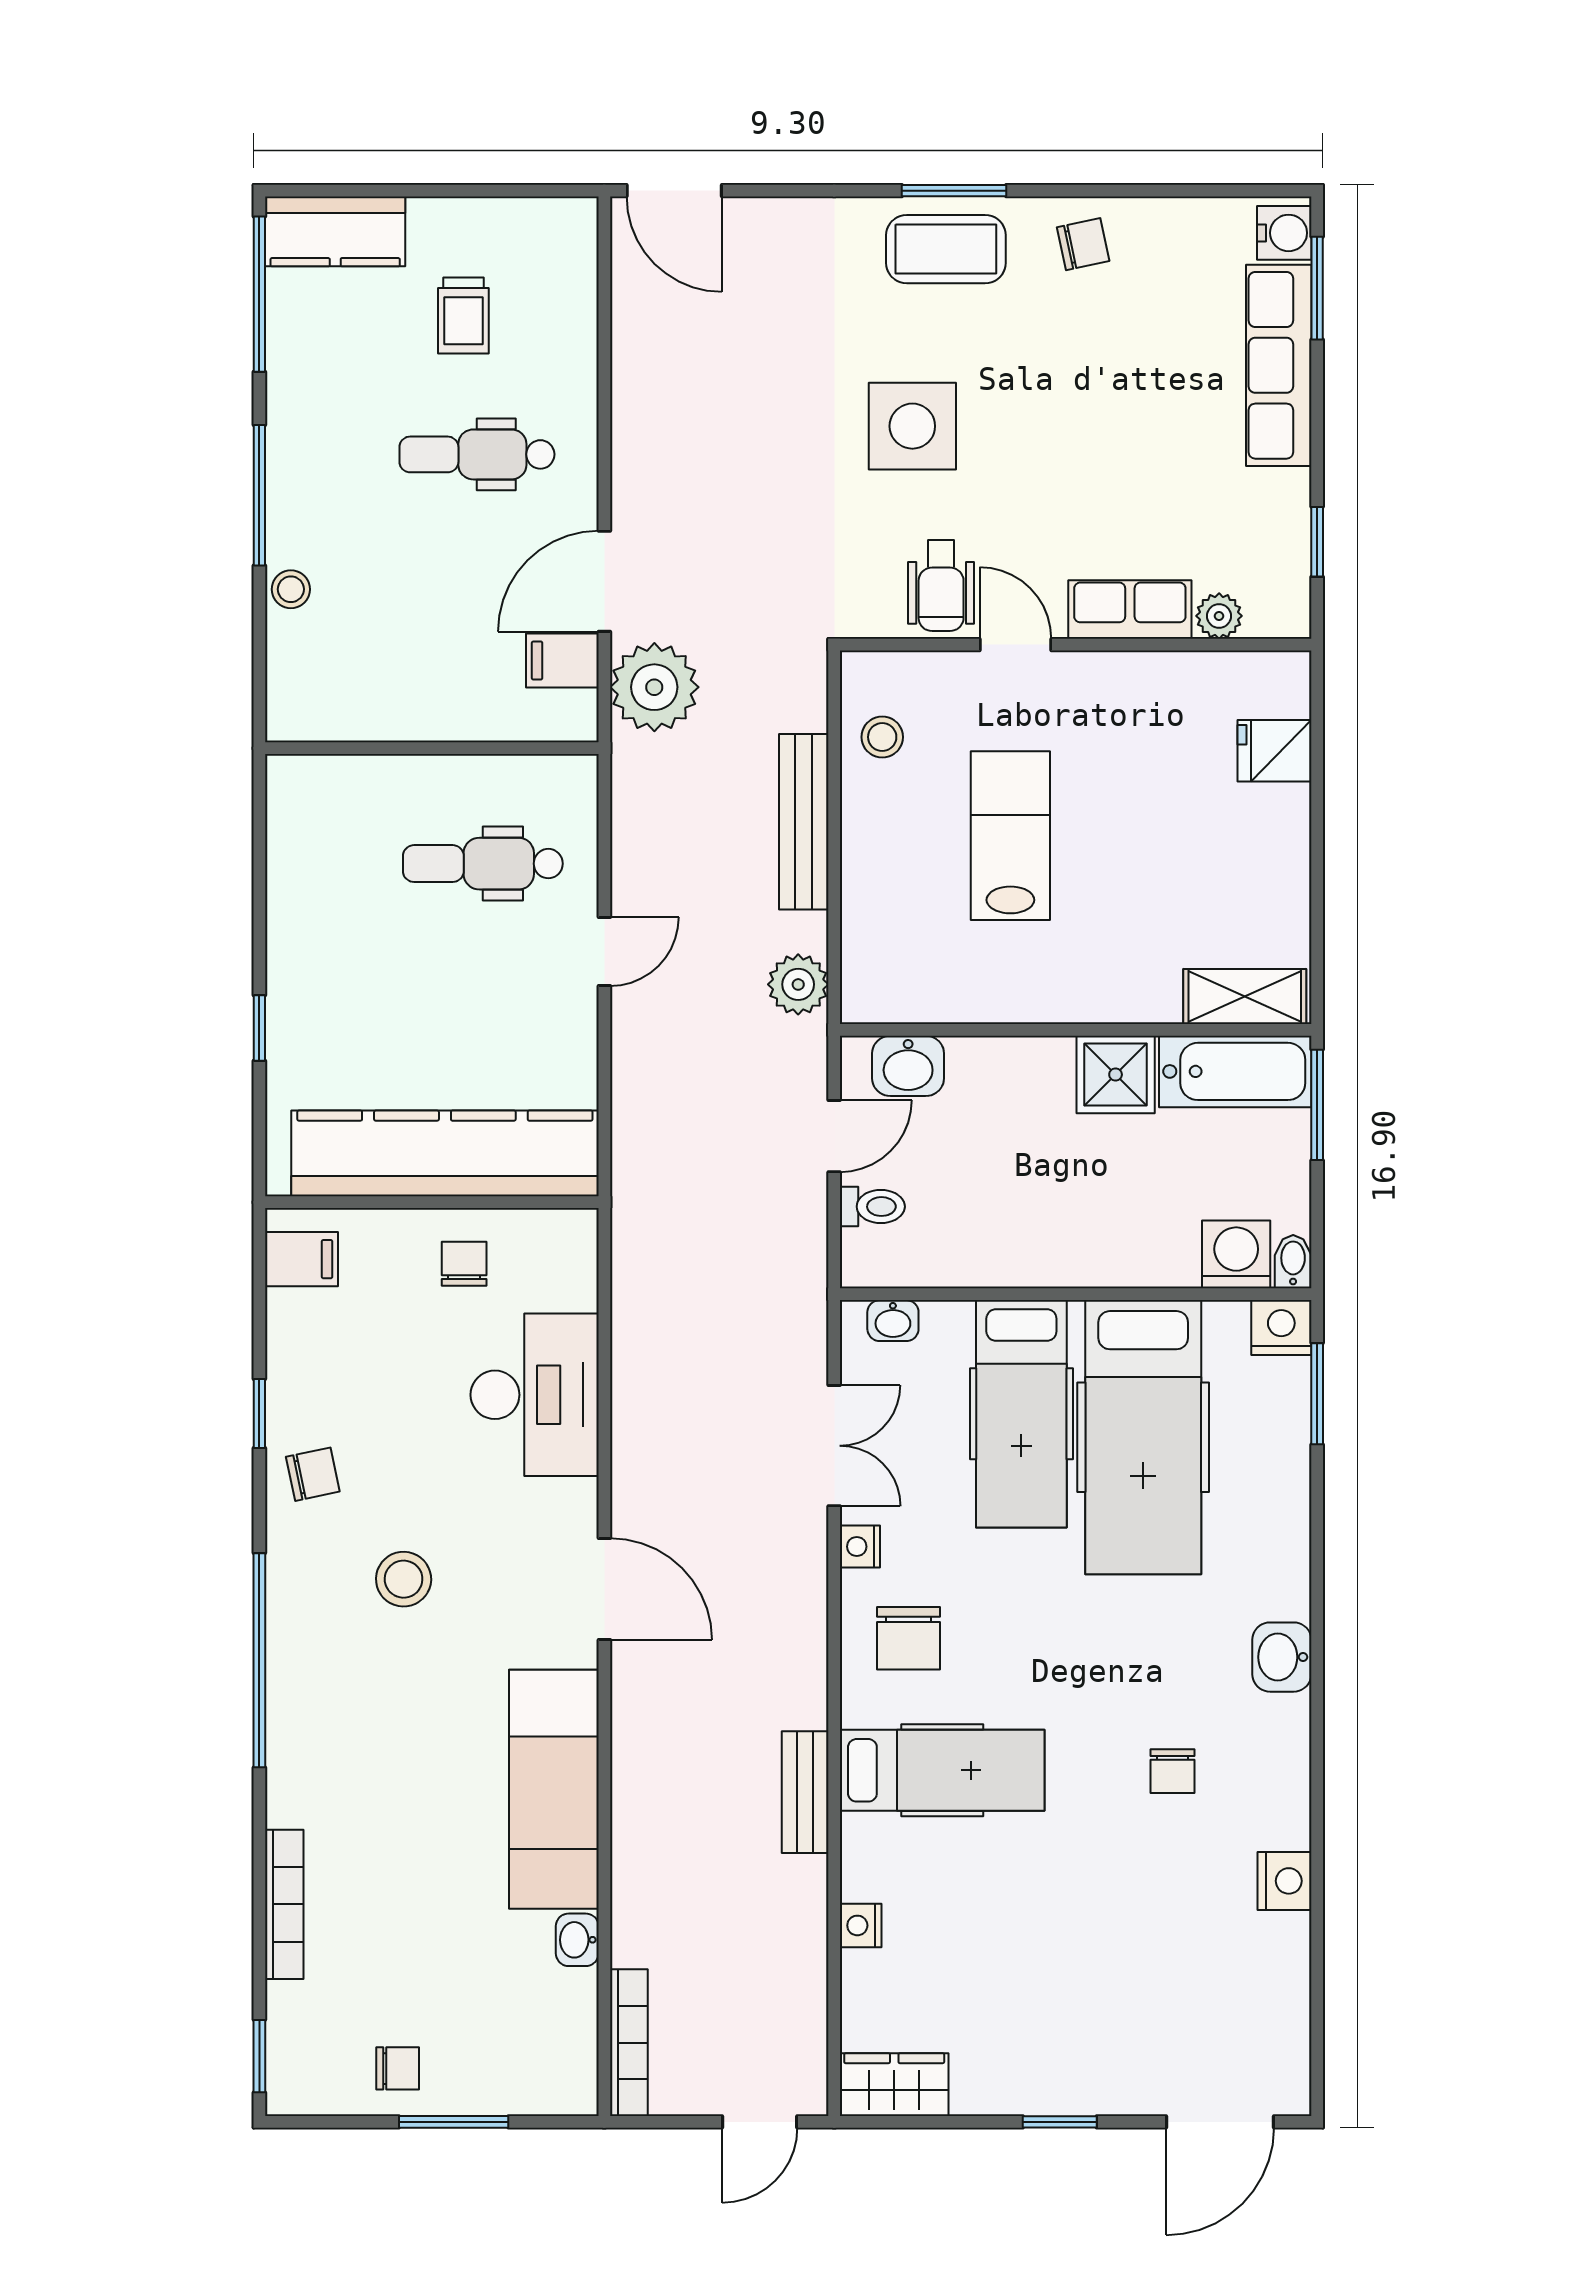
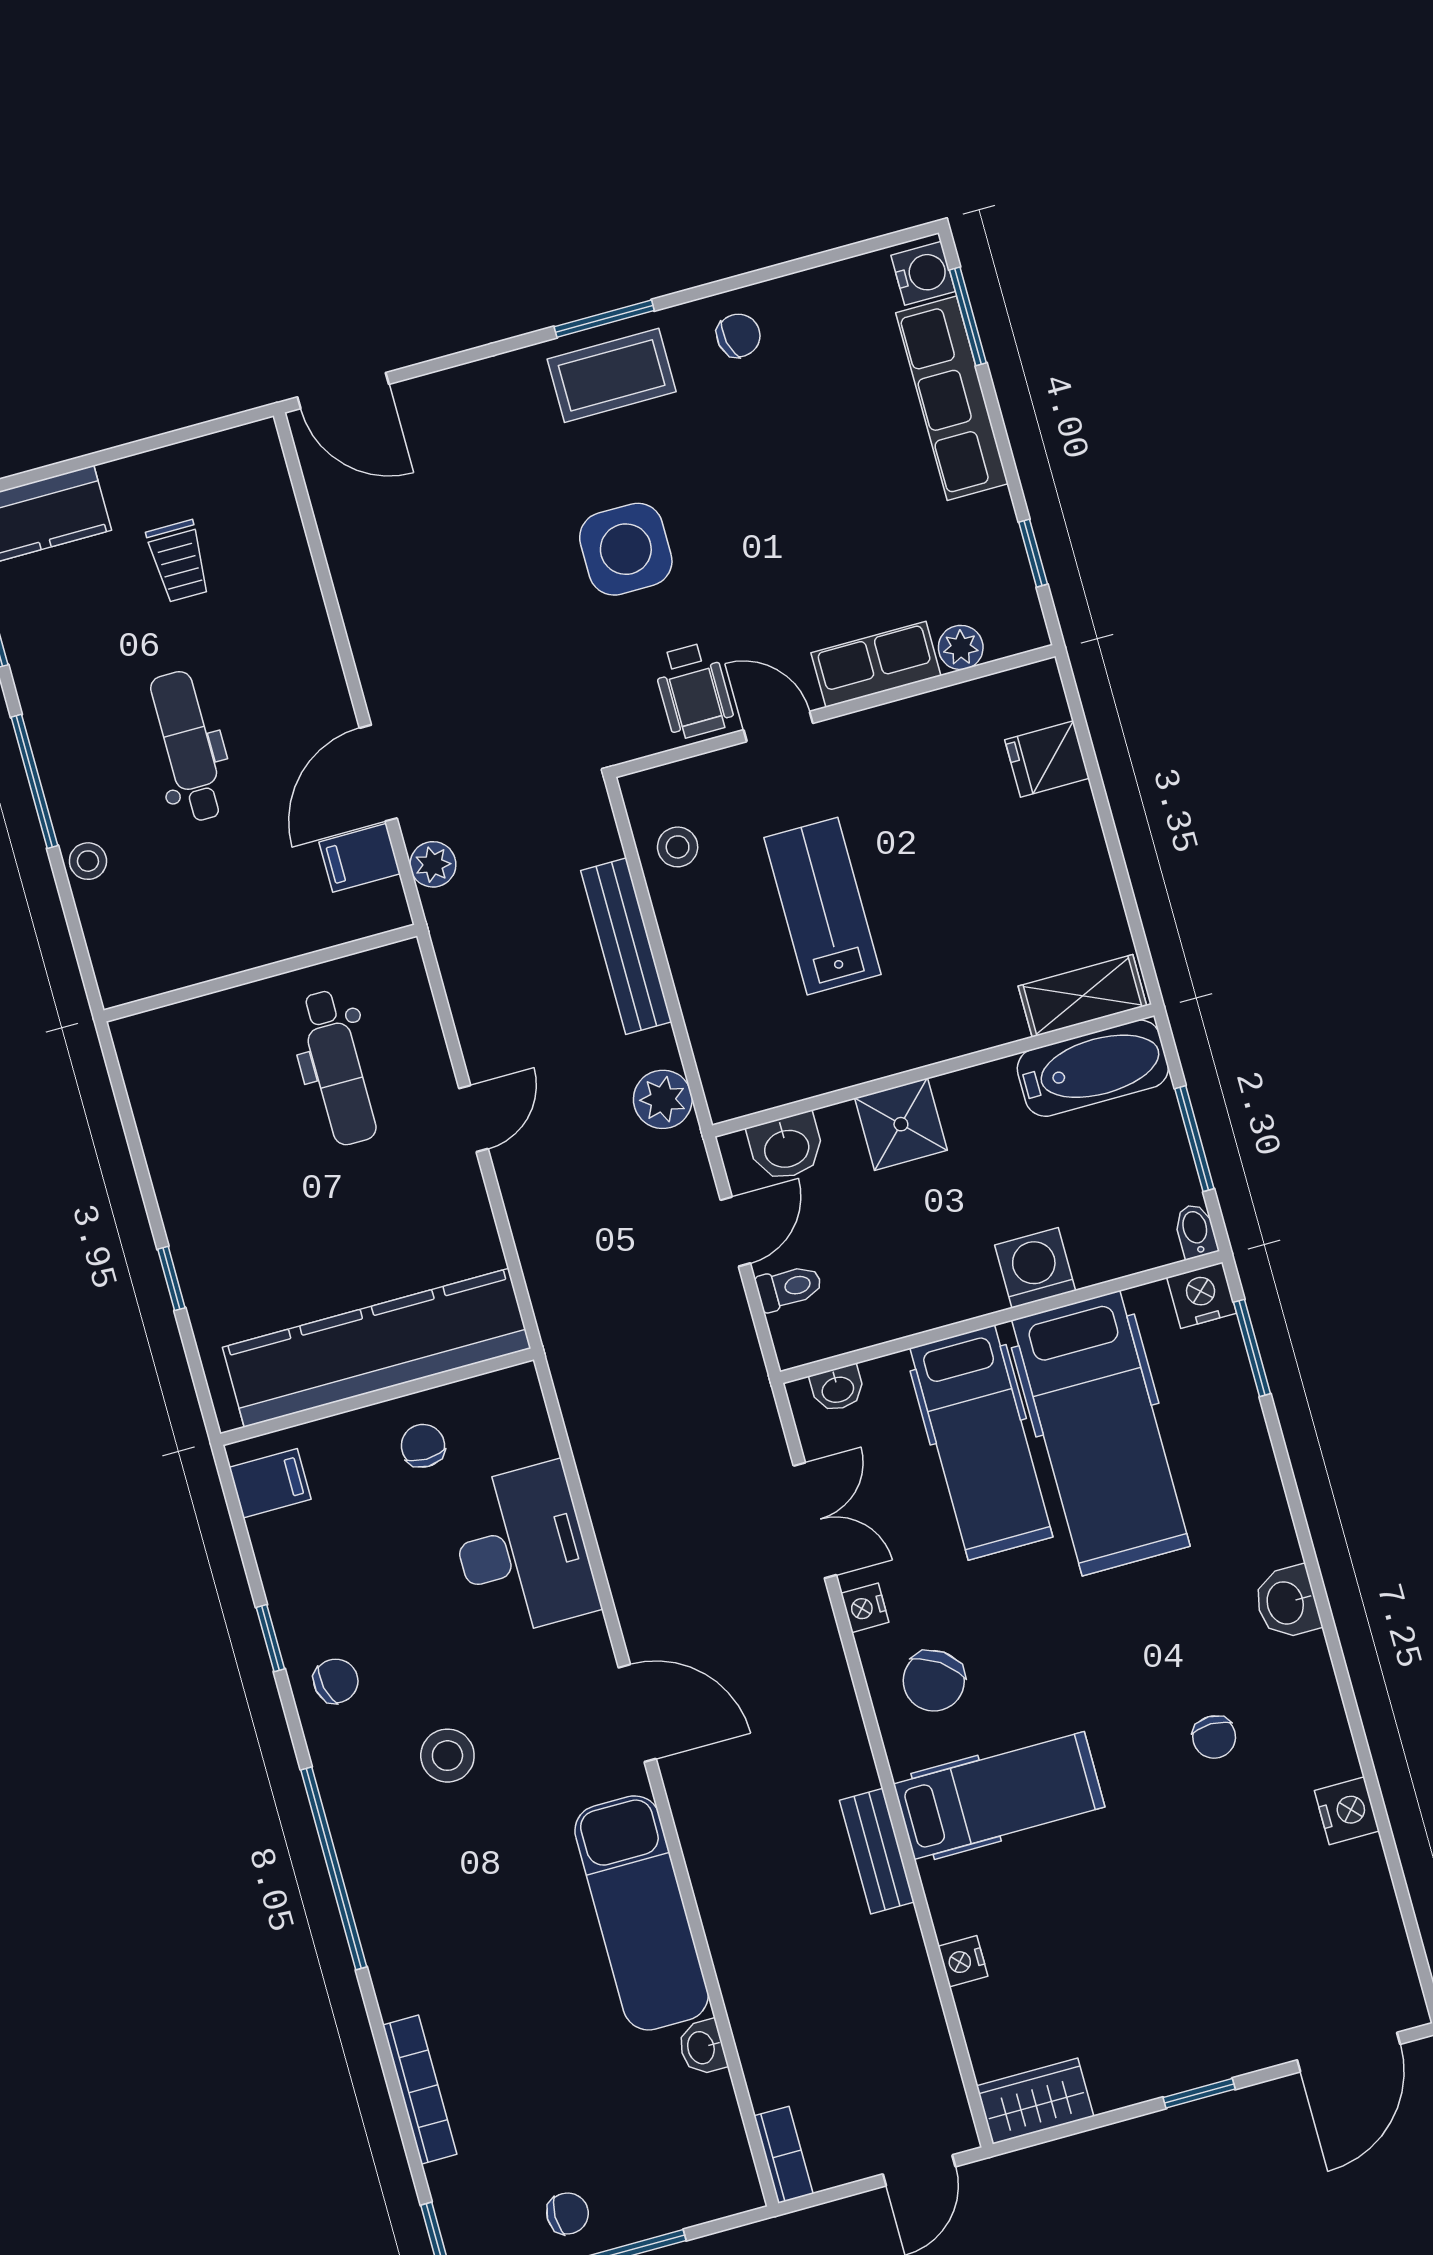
dental chair: (477, 454) -> (188, 746), moved, turned 90
plant: (654, 687) -> (433, 864), width x0.53, depth x0.53
dental chair: (483, 864) -> (338, 1068), turned -90
shower: (1116, 1075) -> (901, 1124), moved
window: (1317, 1105) -> (1194, 1139), moved
washing machine: (1236, 1254) -> (1035, 1268), moved
chair: (909, 1638) -> (934, 1681), turned 35
bookcase: (629, 2043) -> (784, 2155), width x0.64

